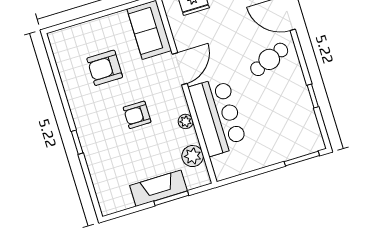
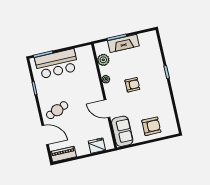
armchair: (105, 68) -> (151, 126), moved
door: (180, 69) -> (107, 109), hinge flipped
bar counter: (218, 116) -> (57, 64), moved, turned -90

